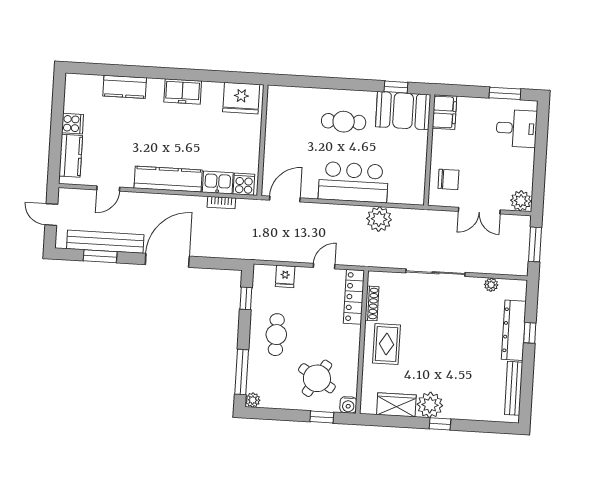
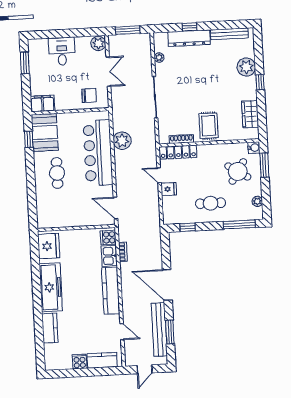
freezer: (183, 91) -> (51, 287), width x1.91, depth x1.26
desk: (517, 128) -> (62, 51), moved
chair: (448, 179) -> (89, 95), turned 90
bar counter: (353, 182) -> (98, 153), width x1.36
fridge: (285, 276) -> (169, 189), moved
rug: (387, 344) -> (209, 126), turned 90
plant: (253, 400) -> (257, 201), moved
plant: (430, 405) -> (246, 67), moved
window: (322, 417) -> (264, 165), width x1.50

